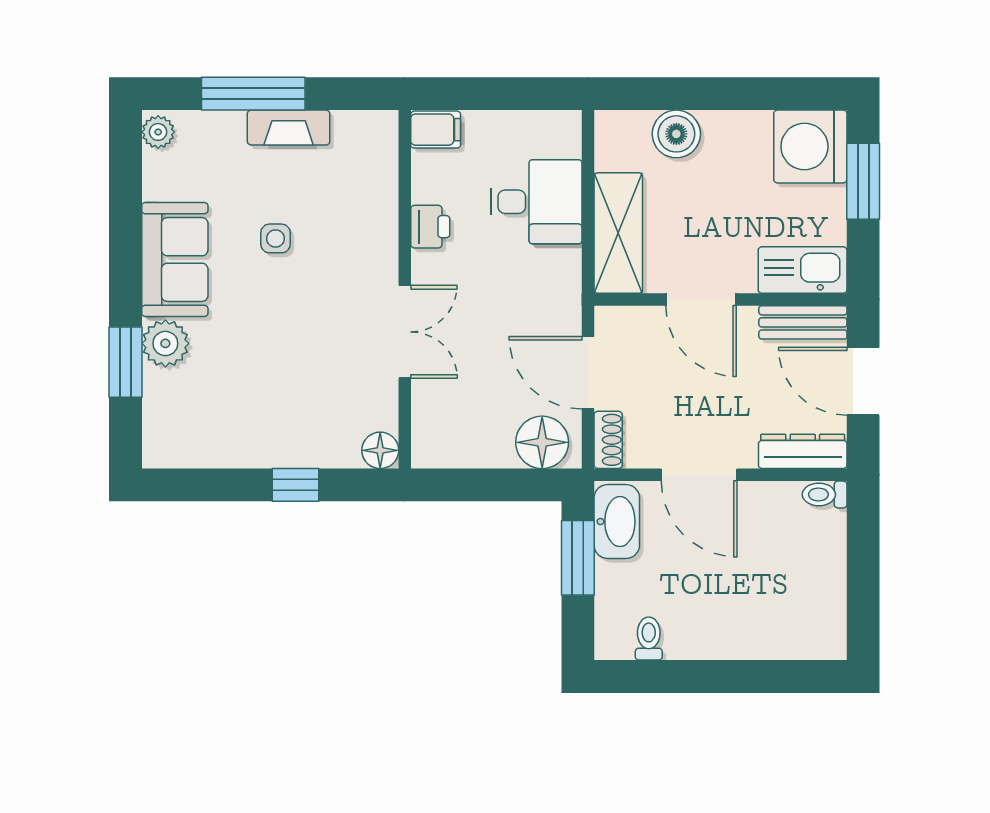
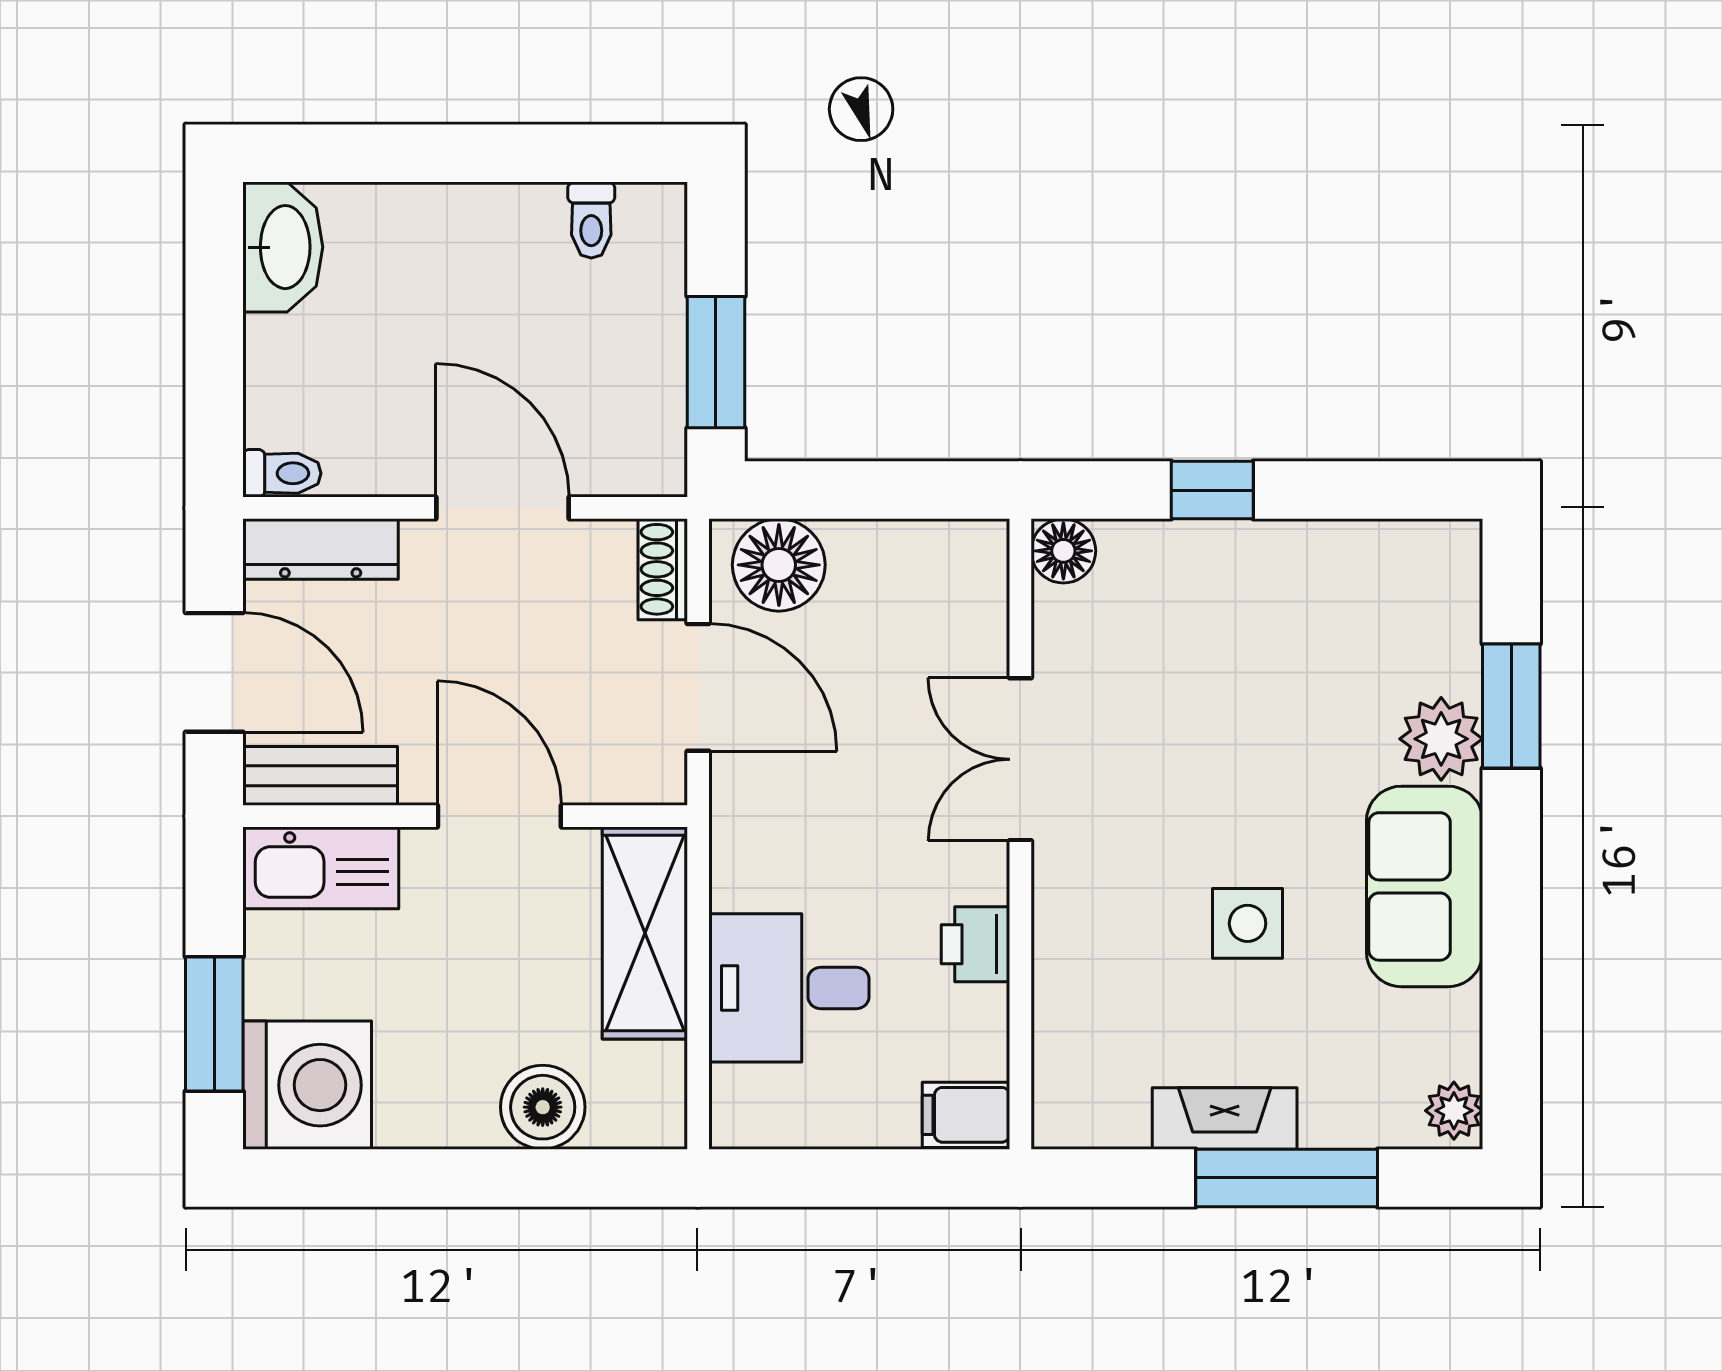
side table: (275, 238) -> (1248, 923), width x1.37, depth x1.37
washbasin: (617, 522) -> (283, 247), moved, turned 180

